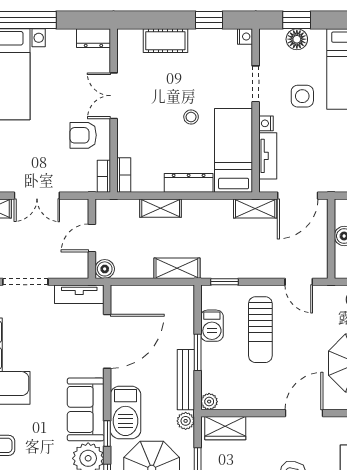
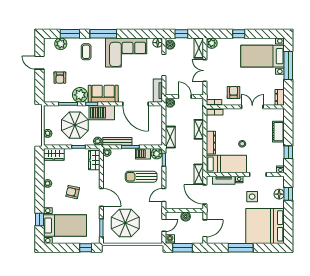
plant: (212, 297) -> (157, 154), added

